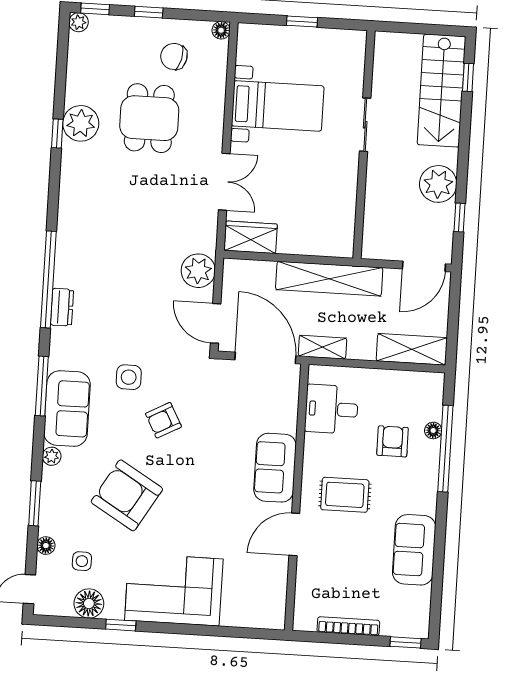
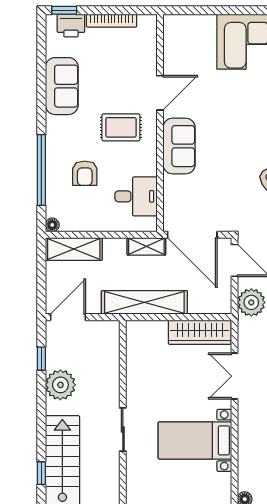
wardrobe: (251, 237) -> (200, 332), width x1.50
floor lamp: (433, 430) -> (52, 225), moved
printer: (398, 623) -> (71, 26), added

